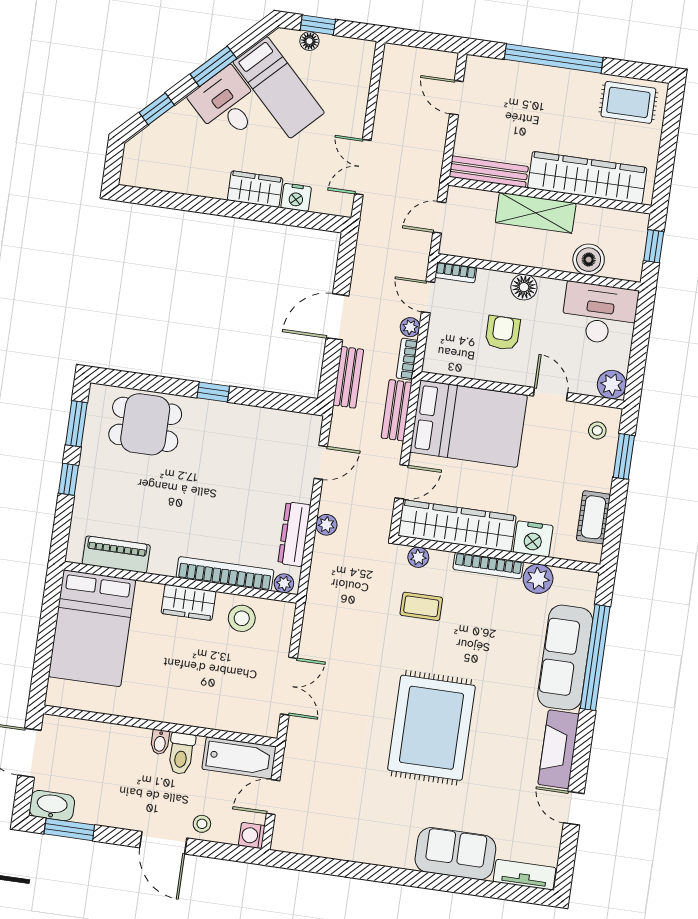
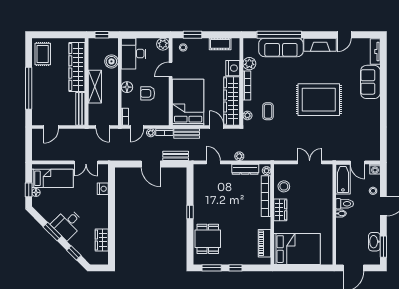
bed: (279, 87) -> (53, 178), moved, turned 45
wardrobe: (255, 189) -> (102, 240), moved
washbasin: (52, 806) -> (374, 242), moved

